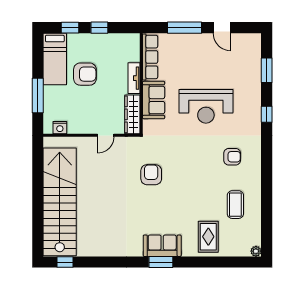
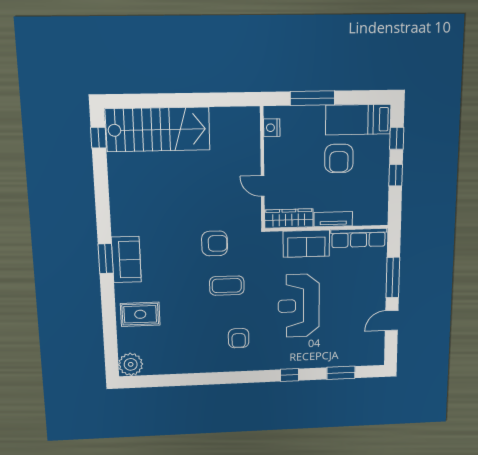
stairs: (60, 202) -> (158, 130), width x0.73
coffee table: (235, 205) -> (227, 286), moved
plant: (256, 251) -> (131, 364), width x1.87, depth x1.87

